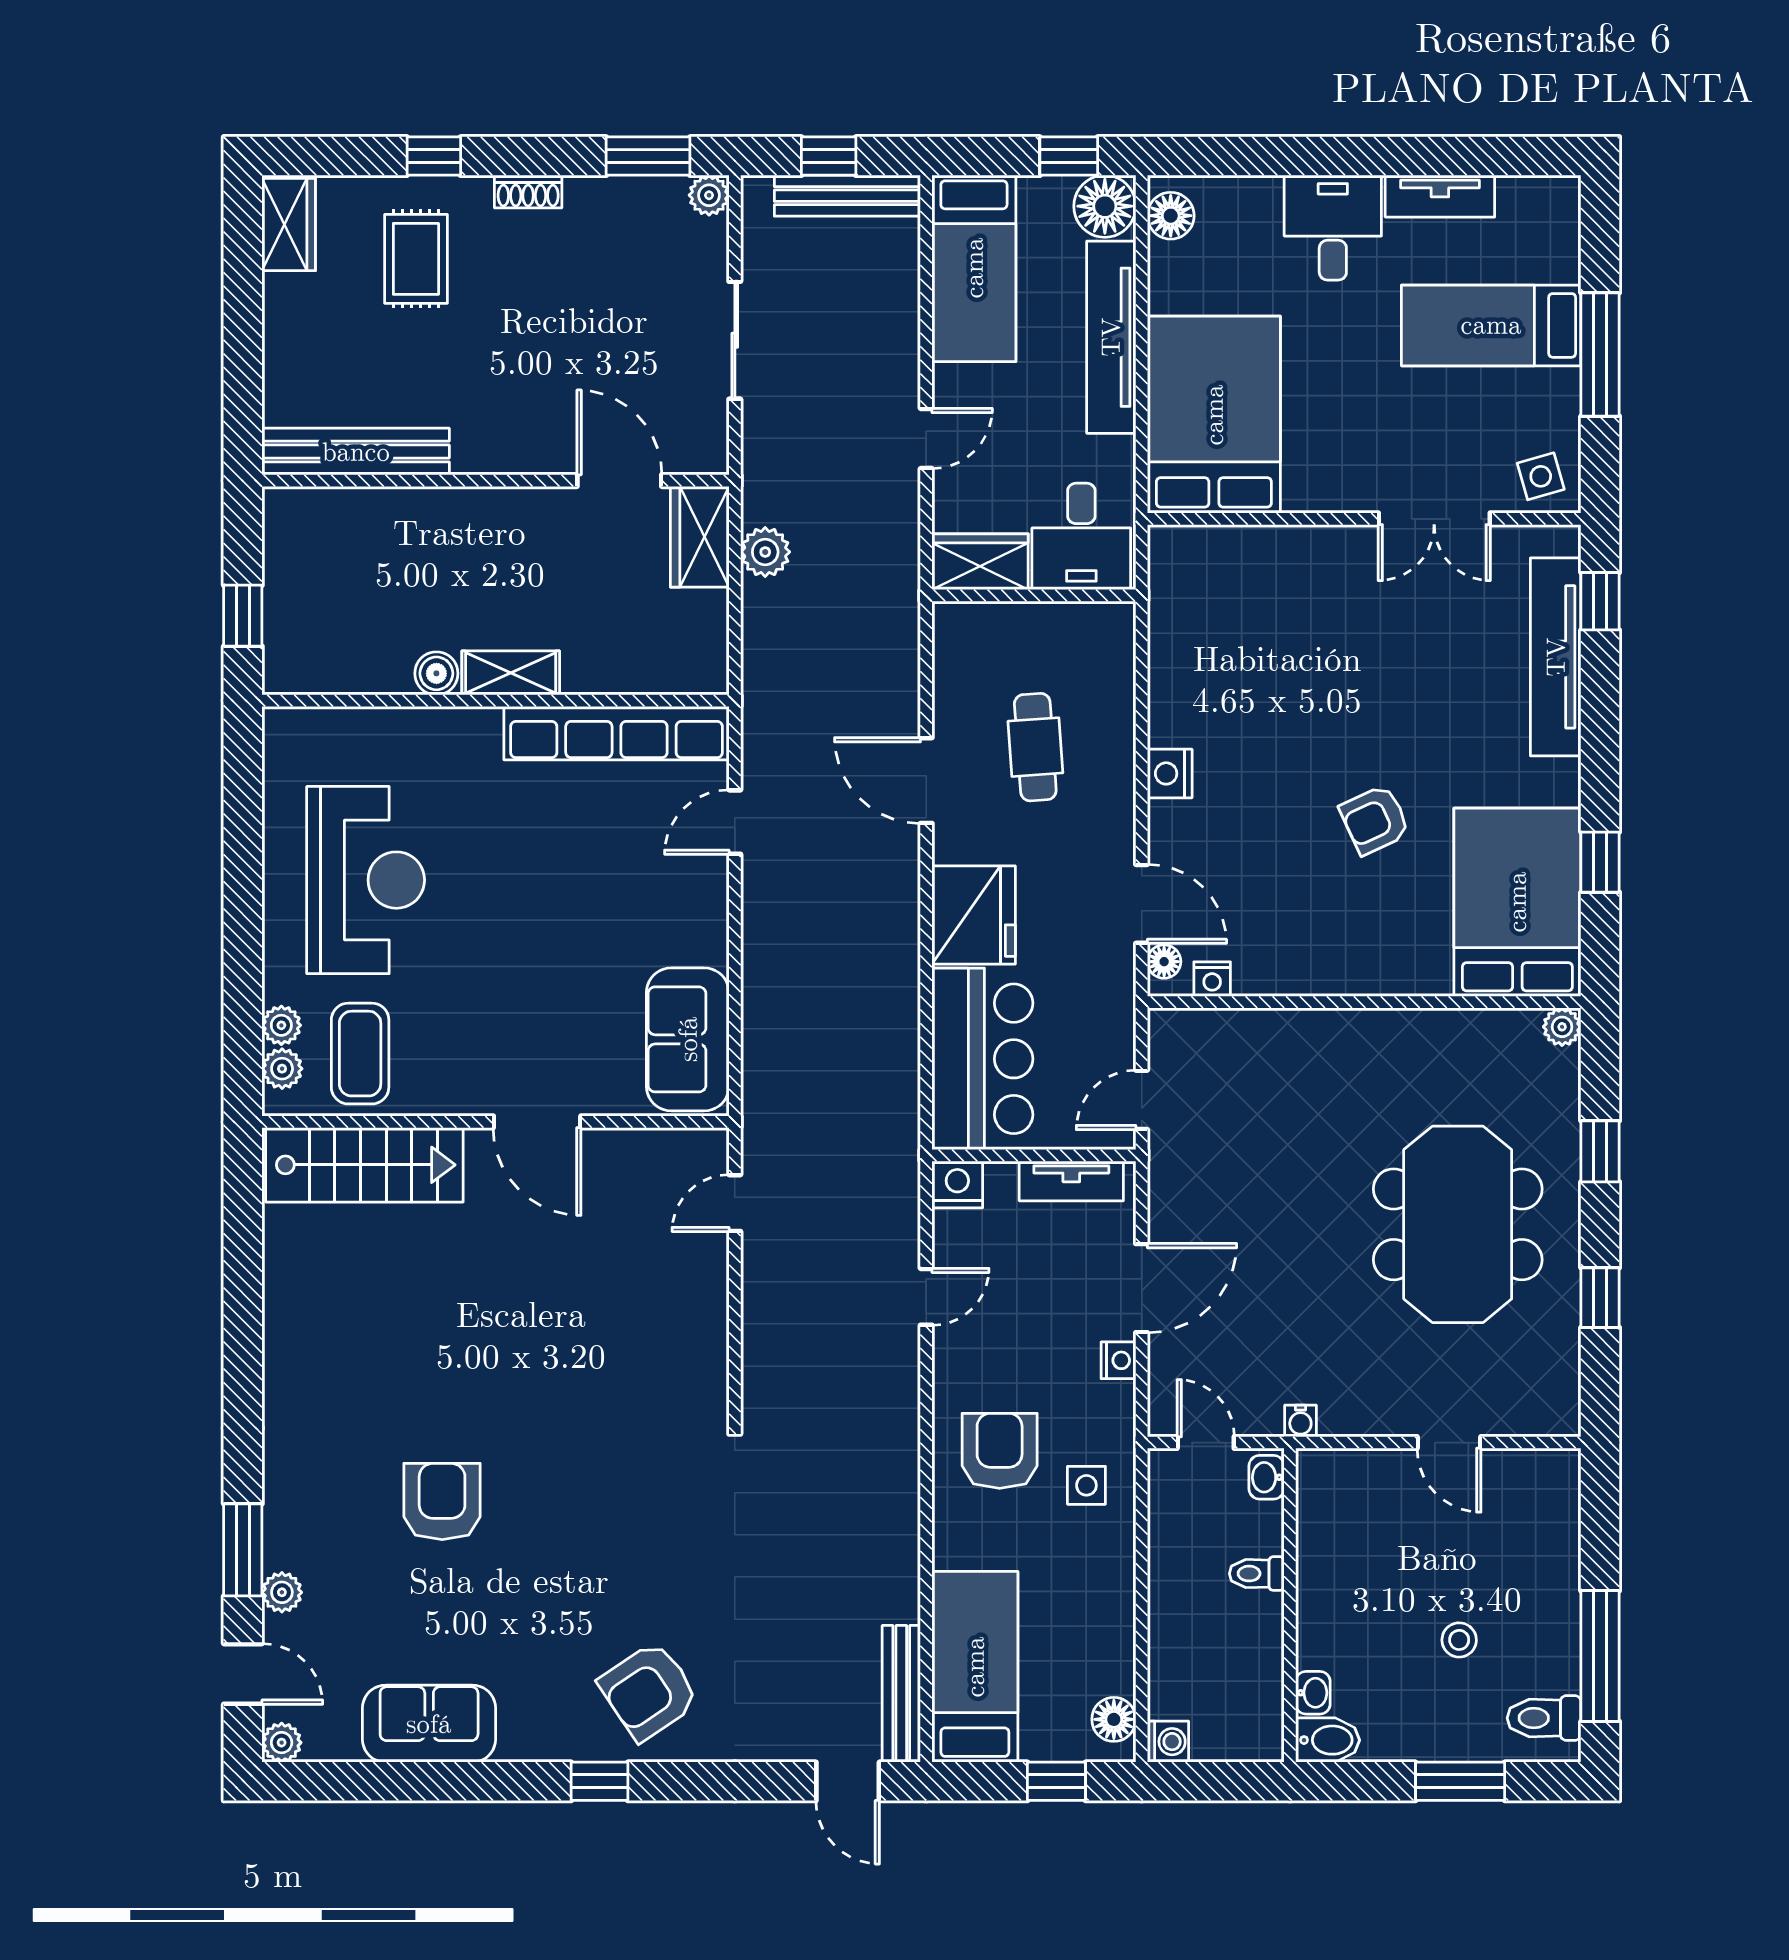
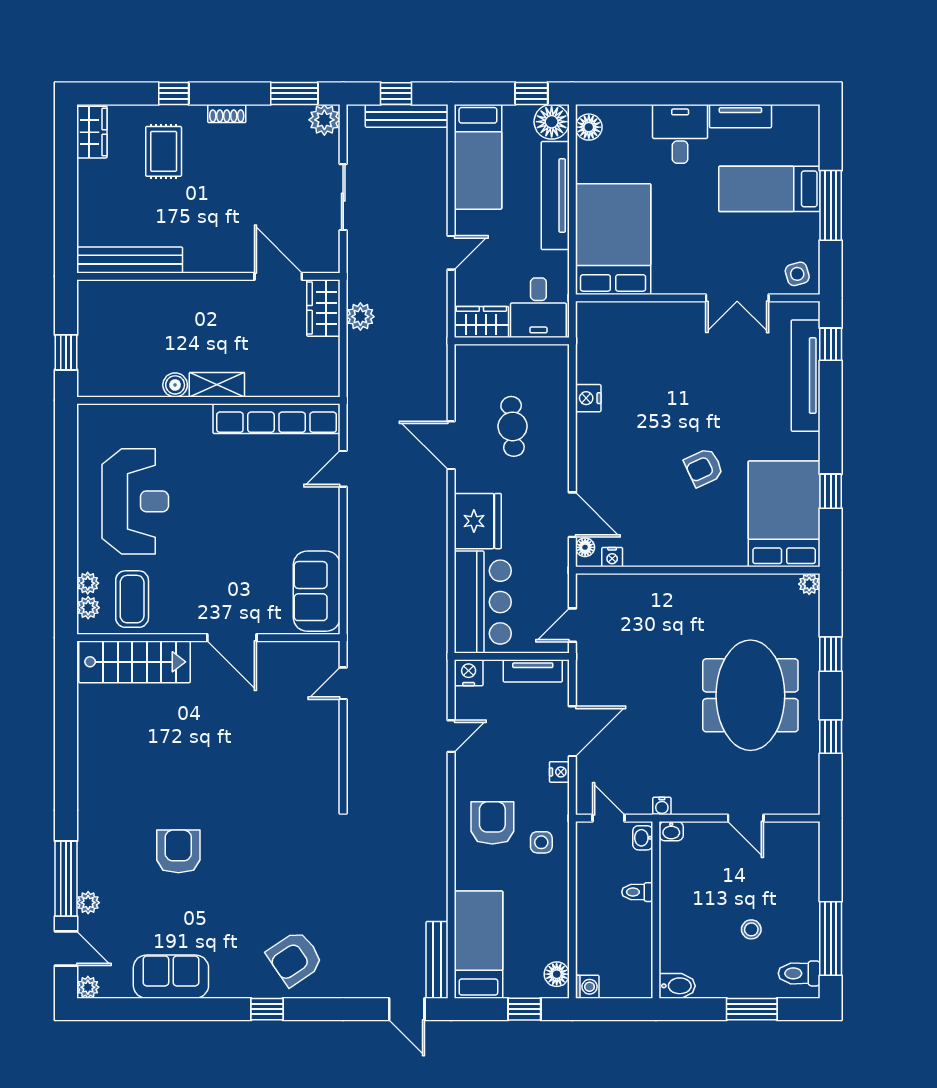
plant: (709, 195) -> (324, 120), width x1.38, depth x1.38
nightstand: (1170, 773) -> (588, 398), moved
window: (243, 1550) -> (66, 879), width x1.44
washbasin: (1313, 1693) -> (671, 831), moved, turned 90

